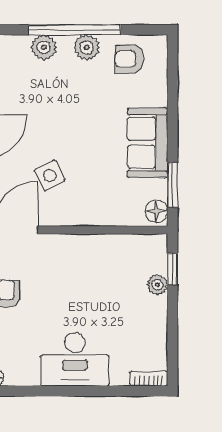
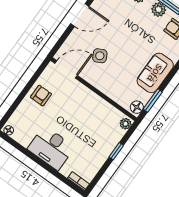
window: (173, 269) -> (116, 151), moved
plant: (157, 285) -> (126, 124), moved

